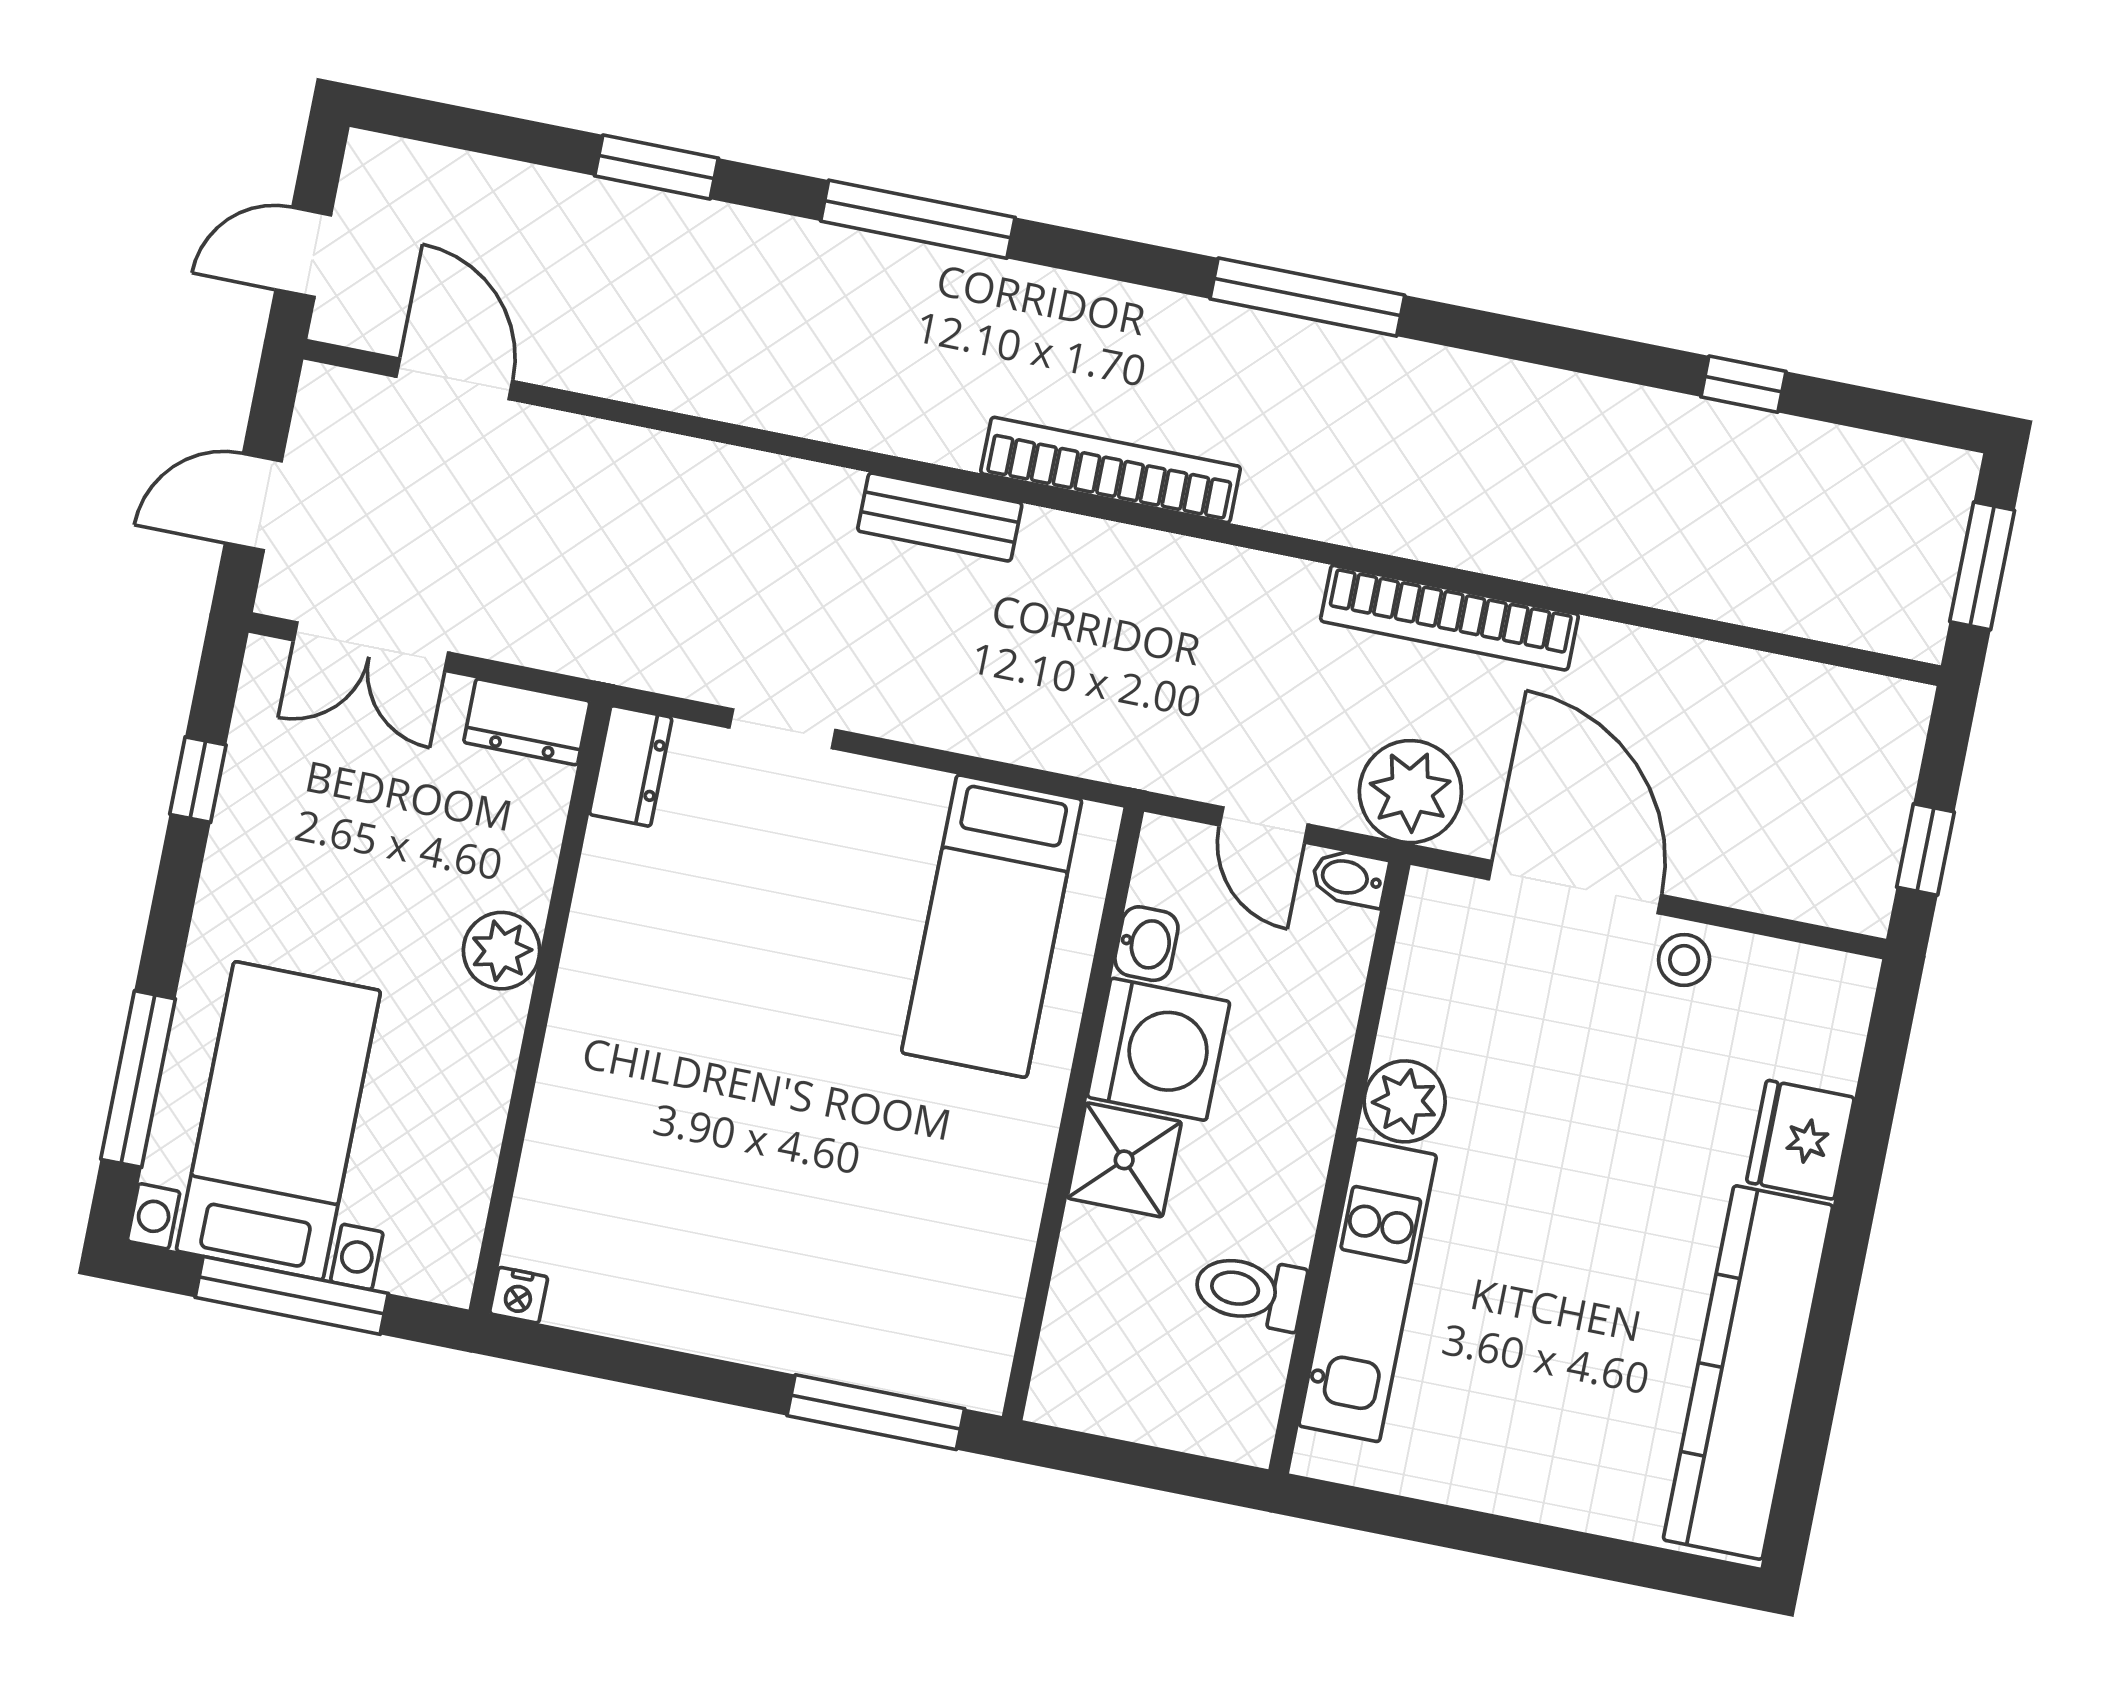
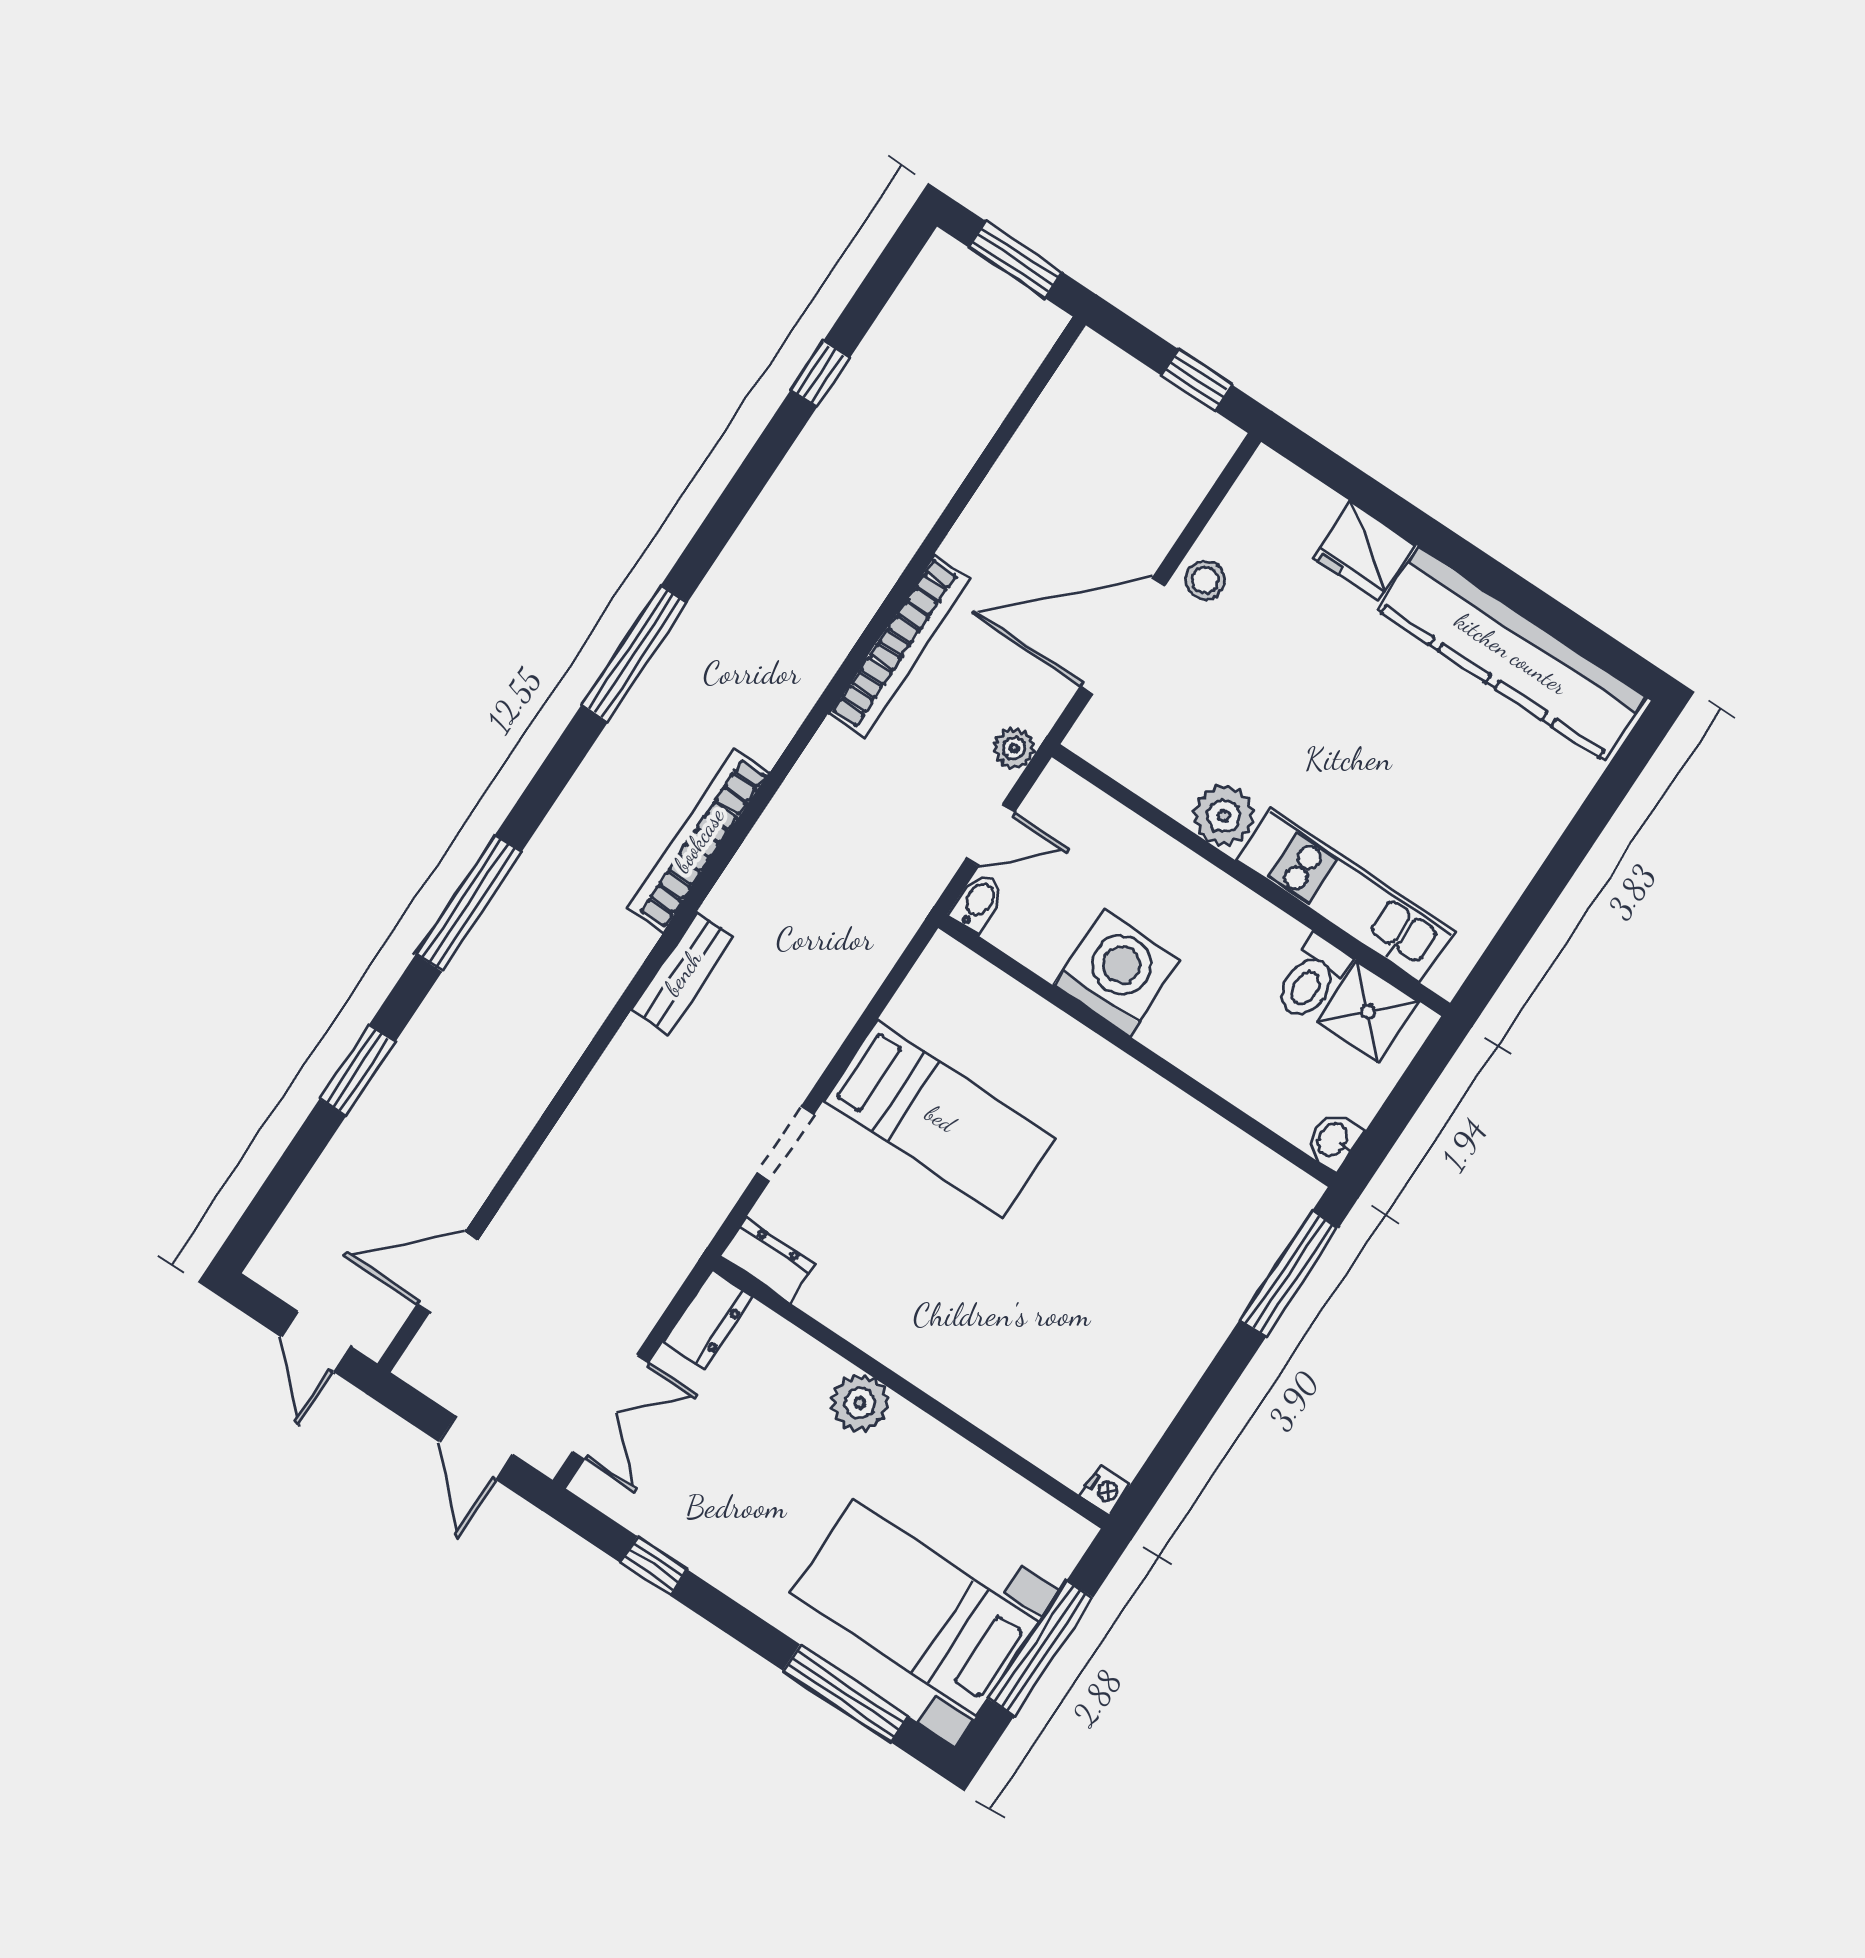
plant: (1410, 792) -> (1014, 748), width x0.53, depth x0.53
bidet: (1350, 878) -> (978, 903), moved, turned 180
bed: (992, 926) -> (940, 1119), moved
washbasin: (1146, 944) -> (1334, 1140), moved, turned -90
shower: (1124, 1160) -> (1368, 1012), moved

